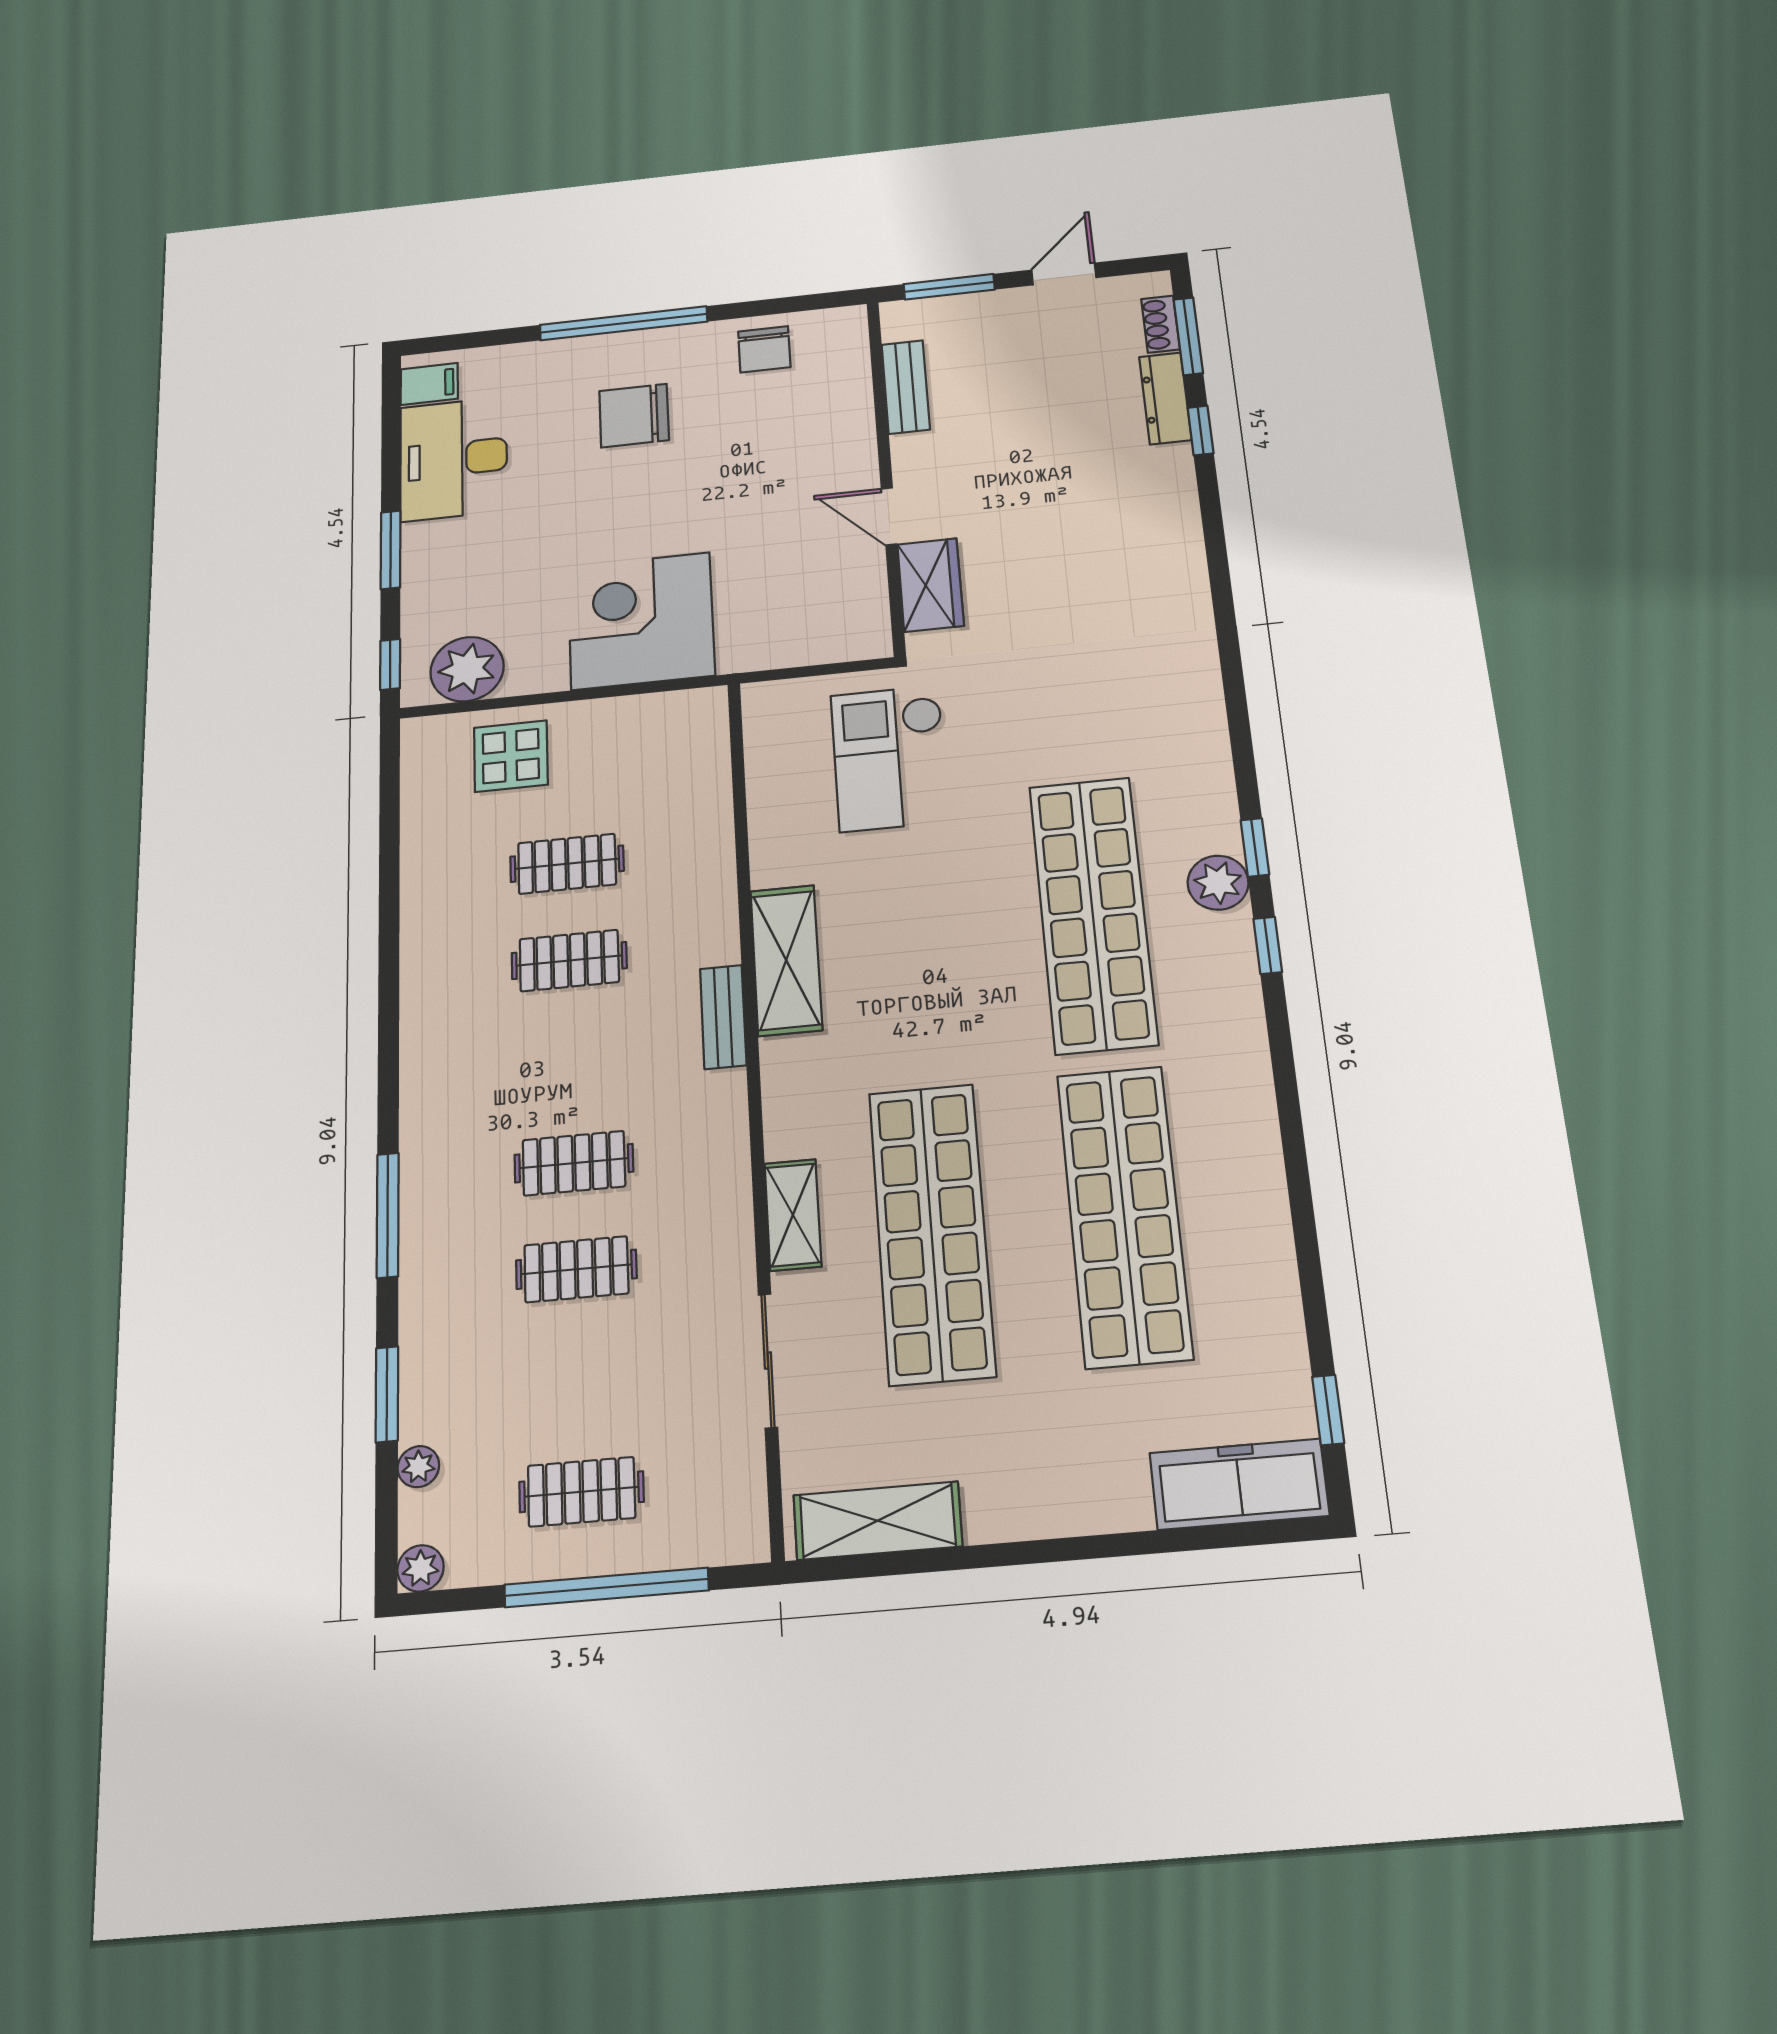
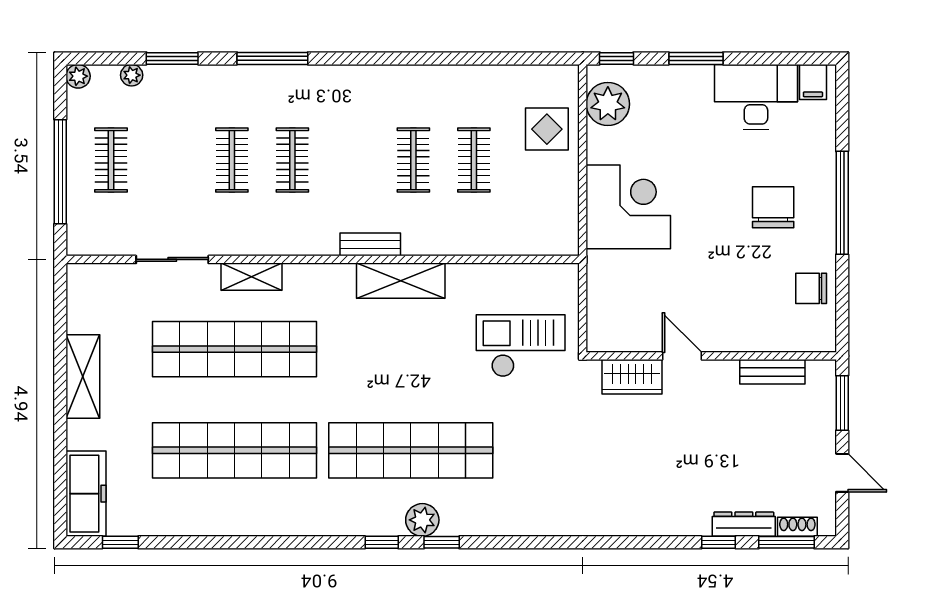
door: (889, 516) -> (682, 356), hinge flipped
shelving: (878, 1521) -> (83, 377), moved

